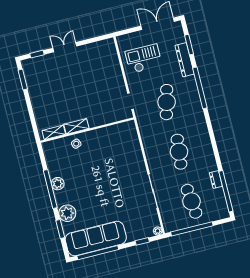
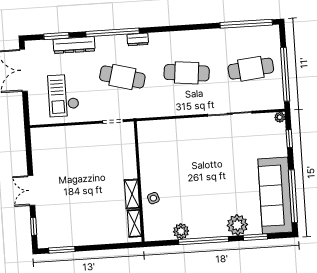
dresser: (216, 179) -> (138, 39), moved
plant: (58, 184) -> (181, 231), moved

